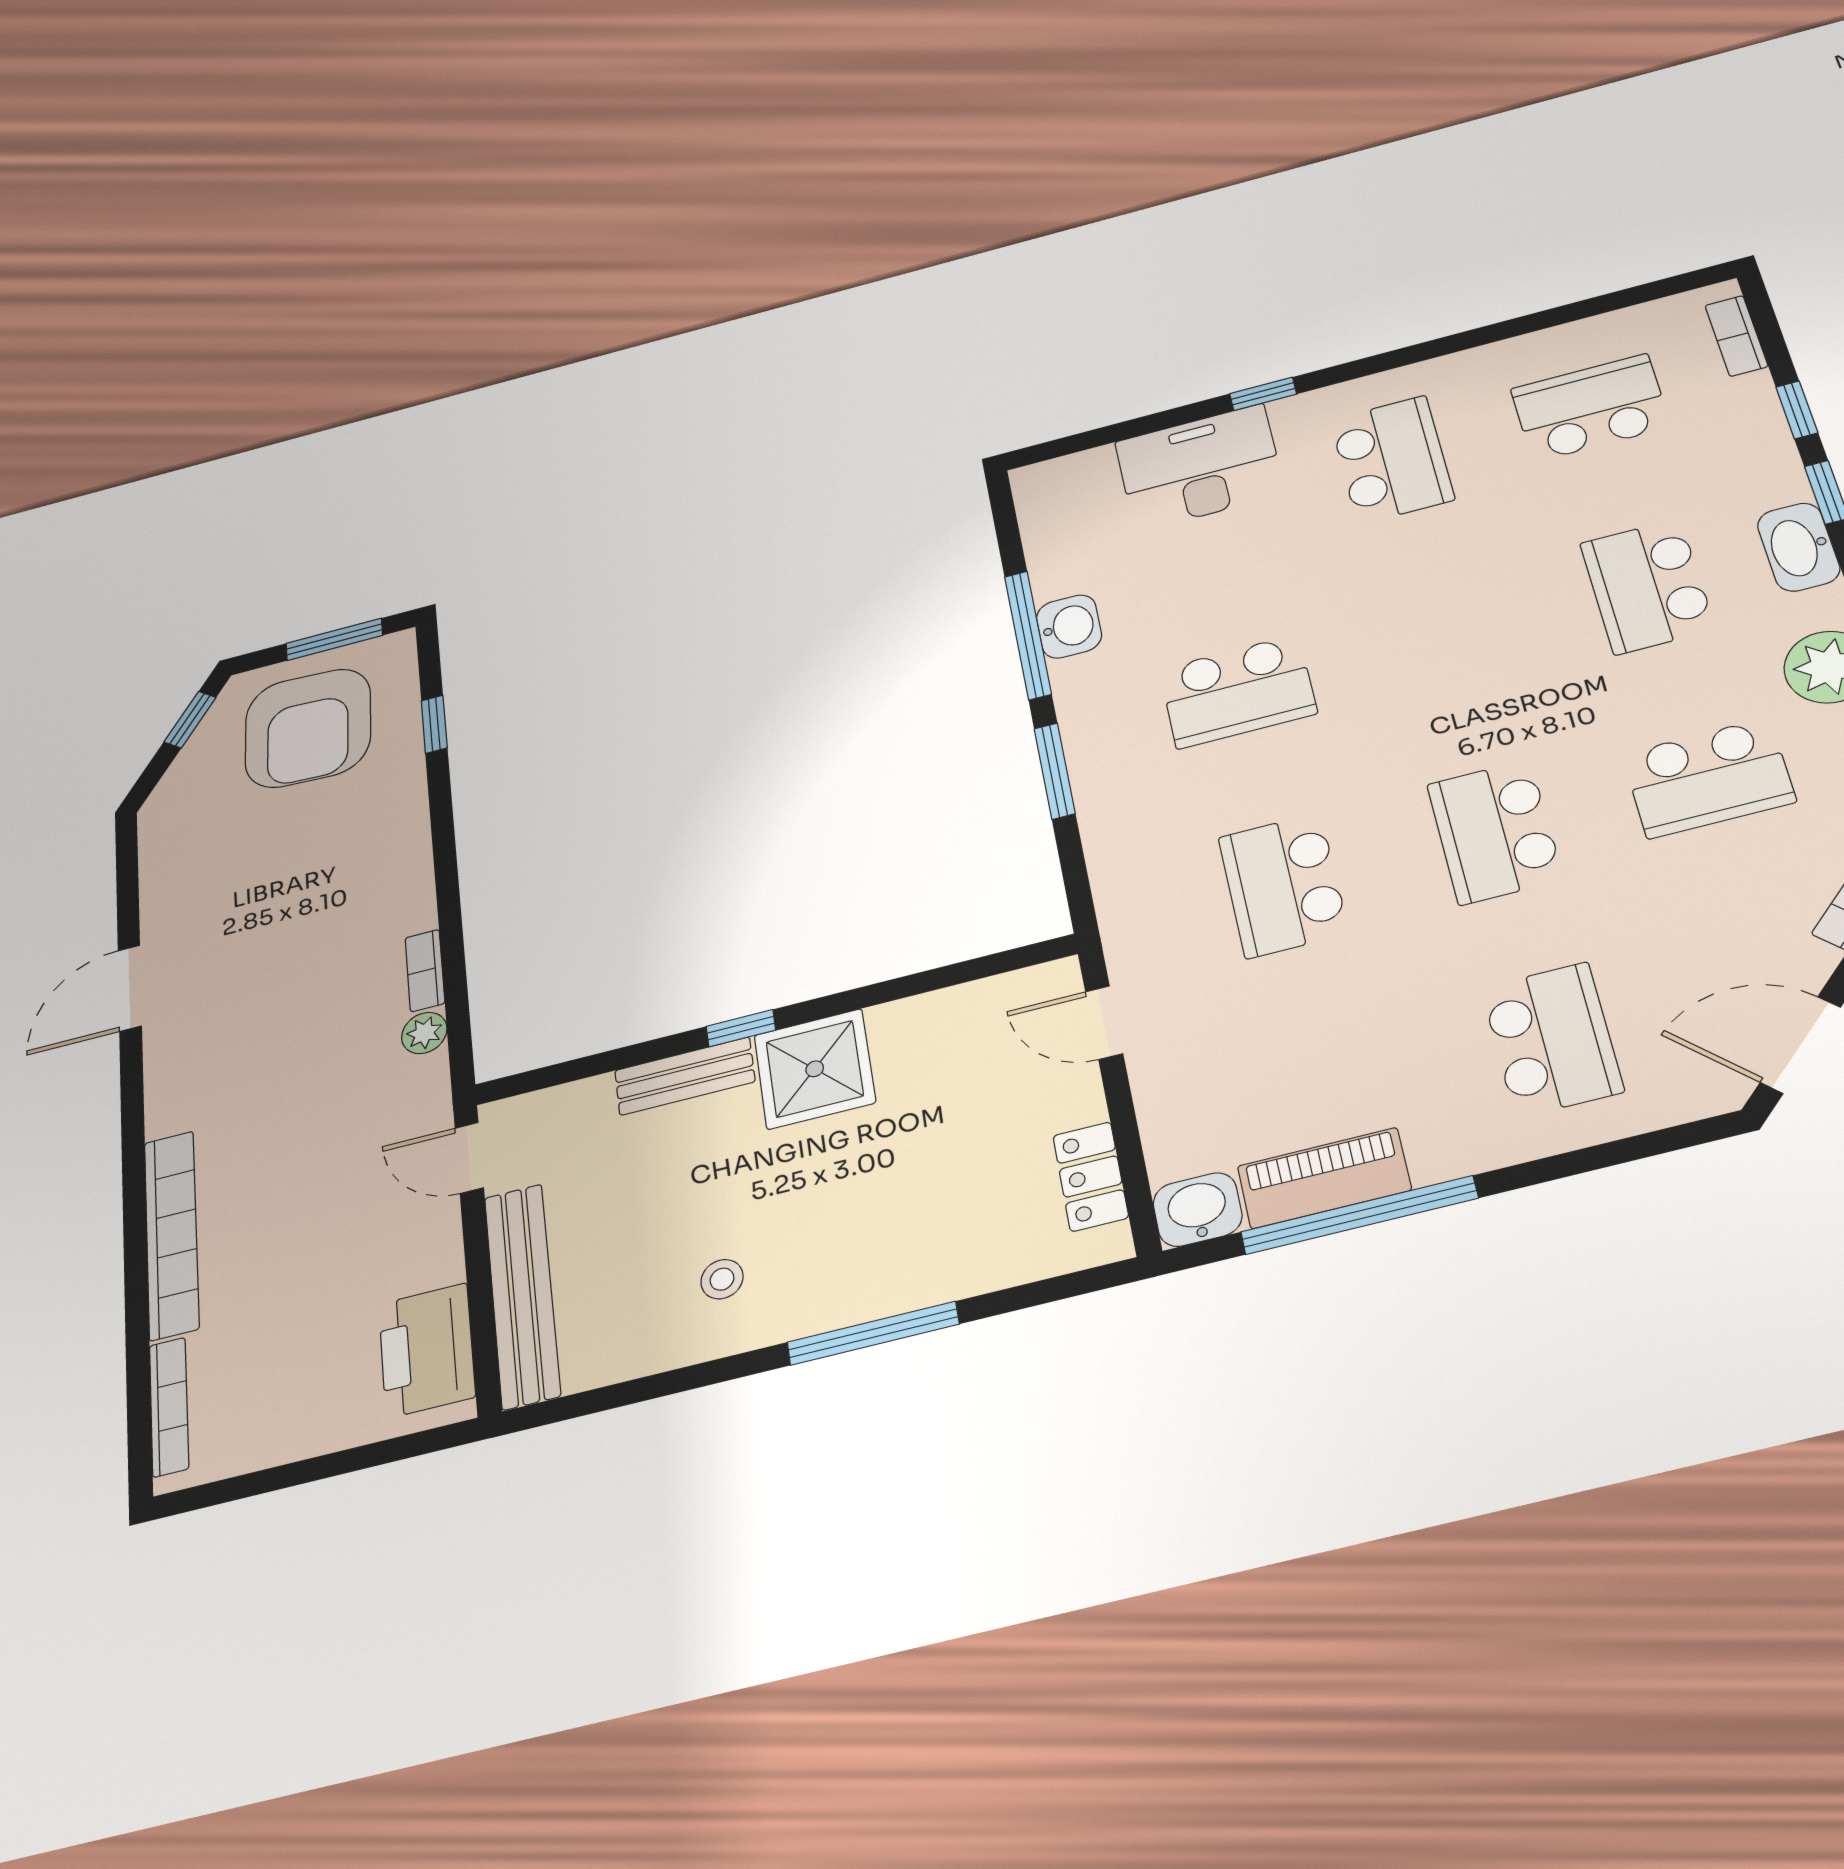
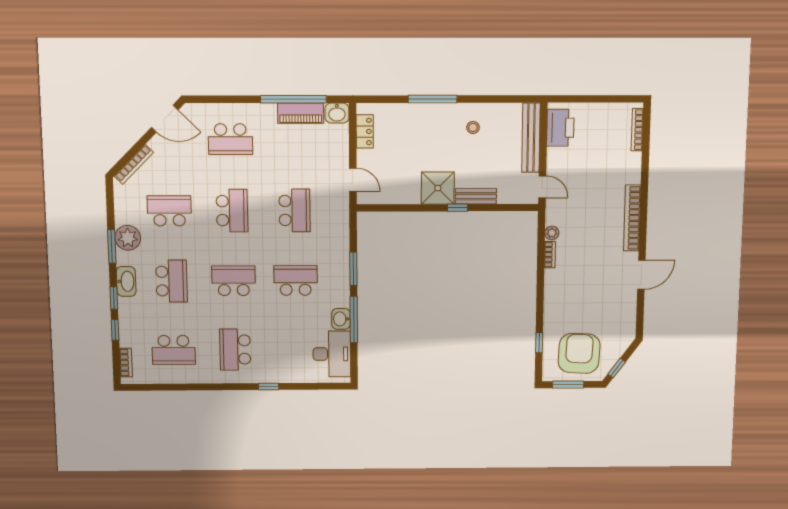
desk: (1200, 468) -> (332, 354), moved, turned -90
school desk: (1442, 639) -> (234, 281), added
school desk: (1552, 1039) -> (230, 139), turned -90
bookcase: (172, 1235) -> (632, 218), moved

